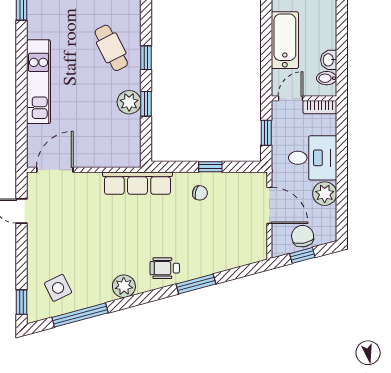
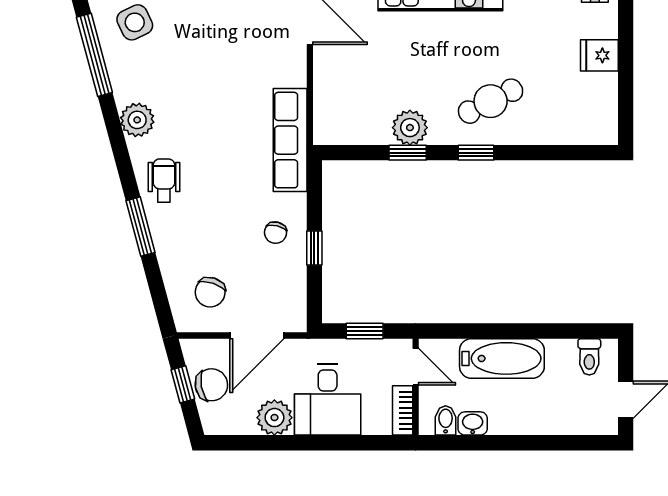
chair: (240, 237) -> (210, 292), added

